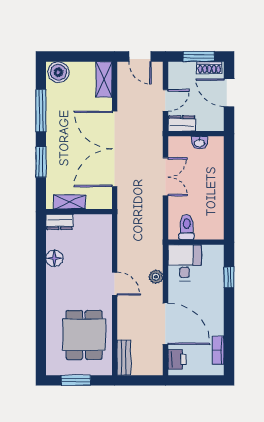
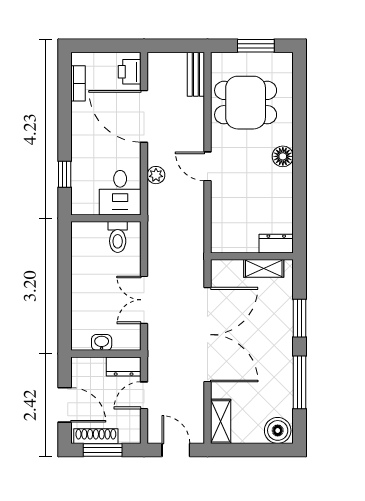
shoe rack: (209, 68) -> (96, 436), width x1.43
floor lamp: (54, 258) -> (283, 156), moved
dining table: (84, 335) -> (246, 103), turned 90

